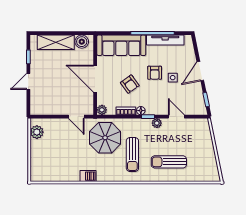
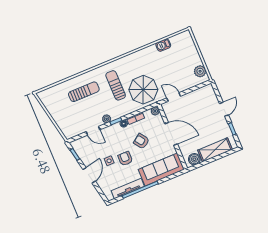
barbecue: (88, 176) -> (163, 45), moved

